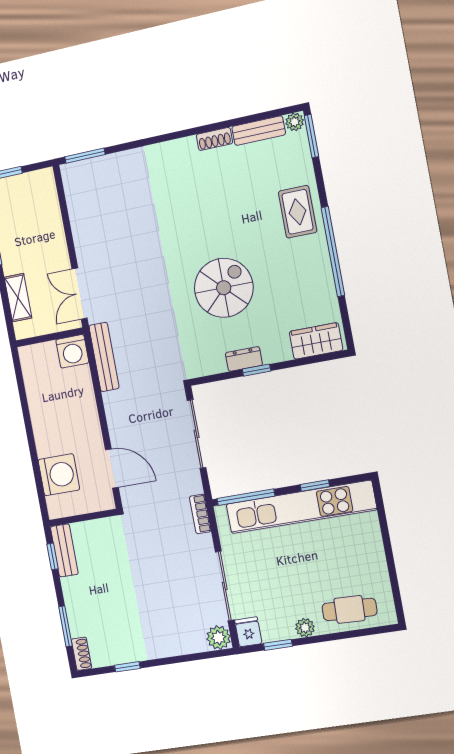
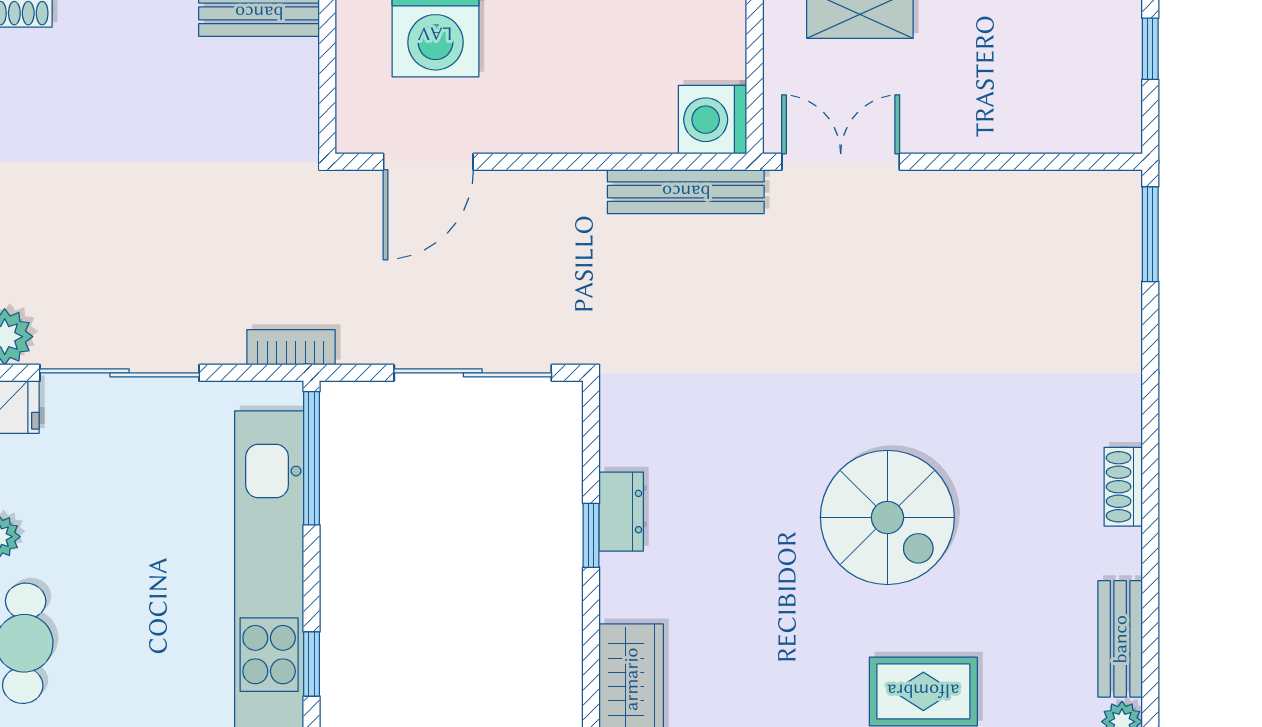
shoe rack: (214, 139) -> (1123, 487), moved
spiral stairs: (224, 288) -> (887, 517), moved
window: (315, 486) -> (311, 664), moved

